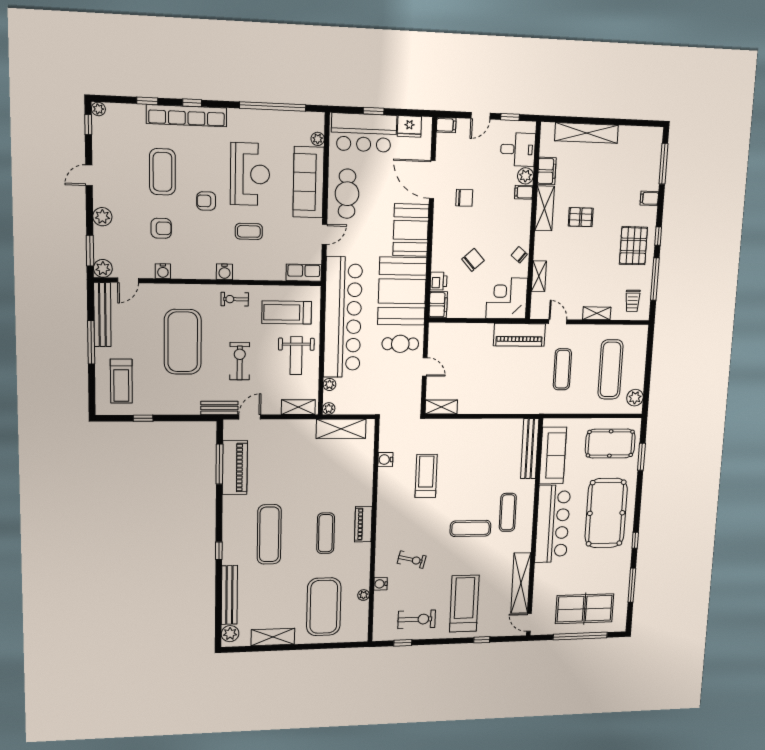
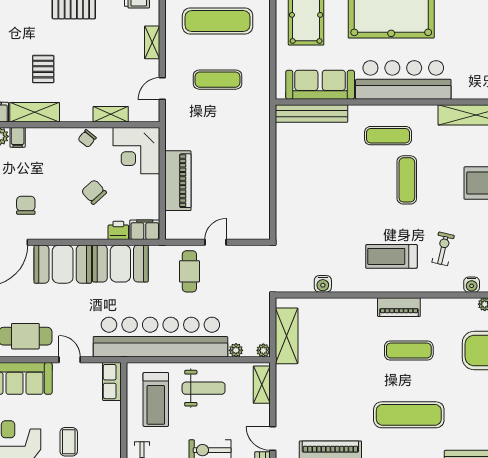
booth: (402, 291) -> (120, 263), width x0.73, depth x0.70
piano: (519, 335) -> (178, 181), moved
shelving: (441, 407) -> (262, 221), removed
treadmill: (426, 476) -> (391, 256), moved

